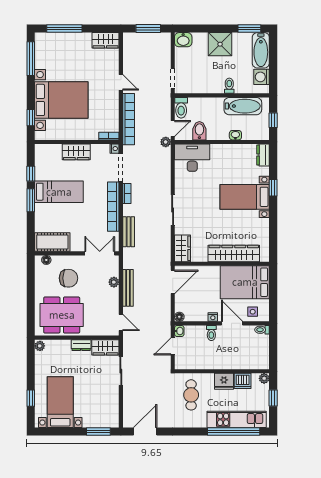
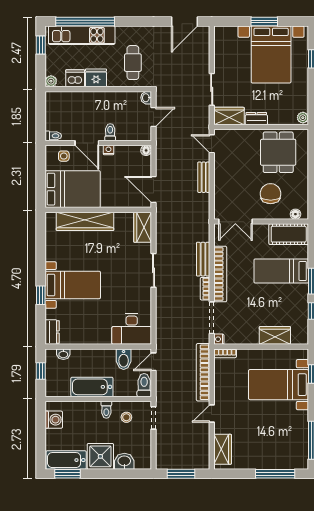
wardrobe: (106, 40) -> (223, 449), moved, turned 90
washbasin: (183, 40) -> (124, 461), moved
bathtub: (261, 50) -> (66, 460), moved, turned -90
stool: (197, 79) -> (126, 417), added
door: (121, 82) -> (212, 414), hinge flipped
toilet: (229, 86) -> (106, 410), moved
bed with nightstands: (61, 100) -> (279, 385), width x0.73
bathtub: (243, 106) -> (92, 387), moved
washbasin: (235, 135) -> (63, 354), moved
plant: (166, 142) -> (161, 347), removed
wardrobe: (76, 152) -> (275, 335), moved
bed: (59, 192) -> (281, 271), moved
bench: (129, 232) -> (203, 259), moved
chair: (68, 278) -> (271, 194), turned 90
plant: (114, 282) -> (220, 189), removed
door: (173, 282) -> (154, 189), hinge flipped
bench: (128, 288) -> (204, 177), width x0.73
dining table: (62, 315) -> (278, 152), width x0.73
washbasin: (179, 331) -> (146, 98), moved
window: (273, 398) -> (41, 45), moved
bed with nightstands: (60, 402) -> (271, 55), width x1.36
window: (98, 432) -> (264, 22), moved

